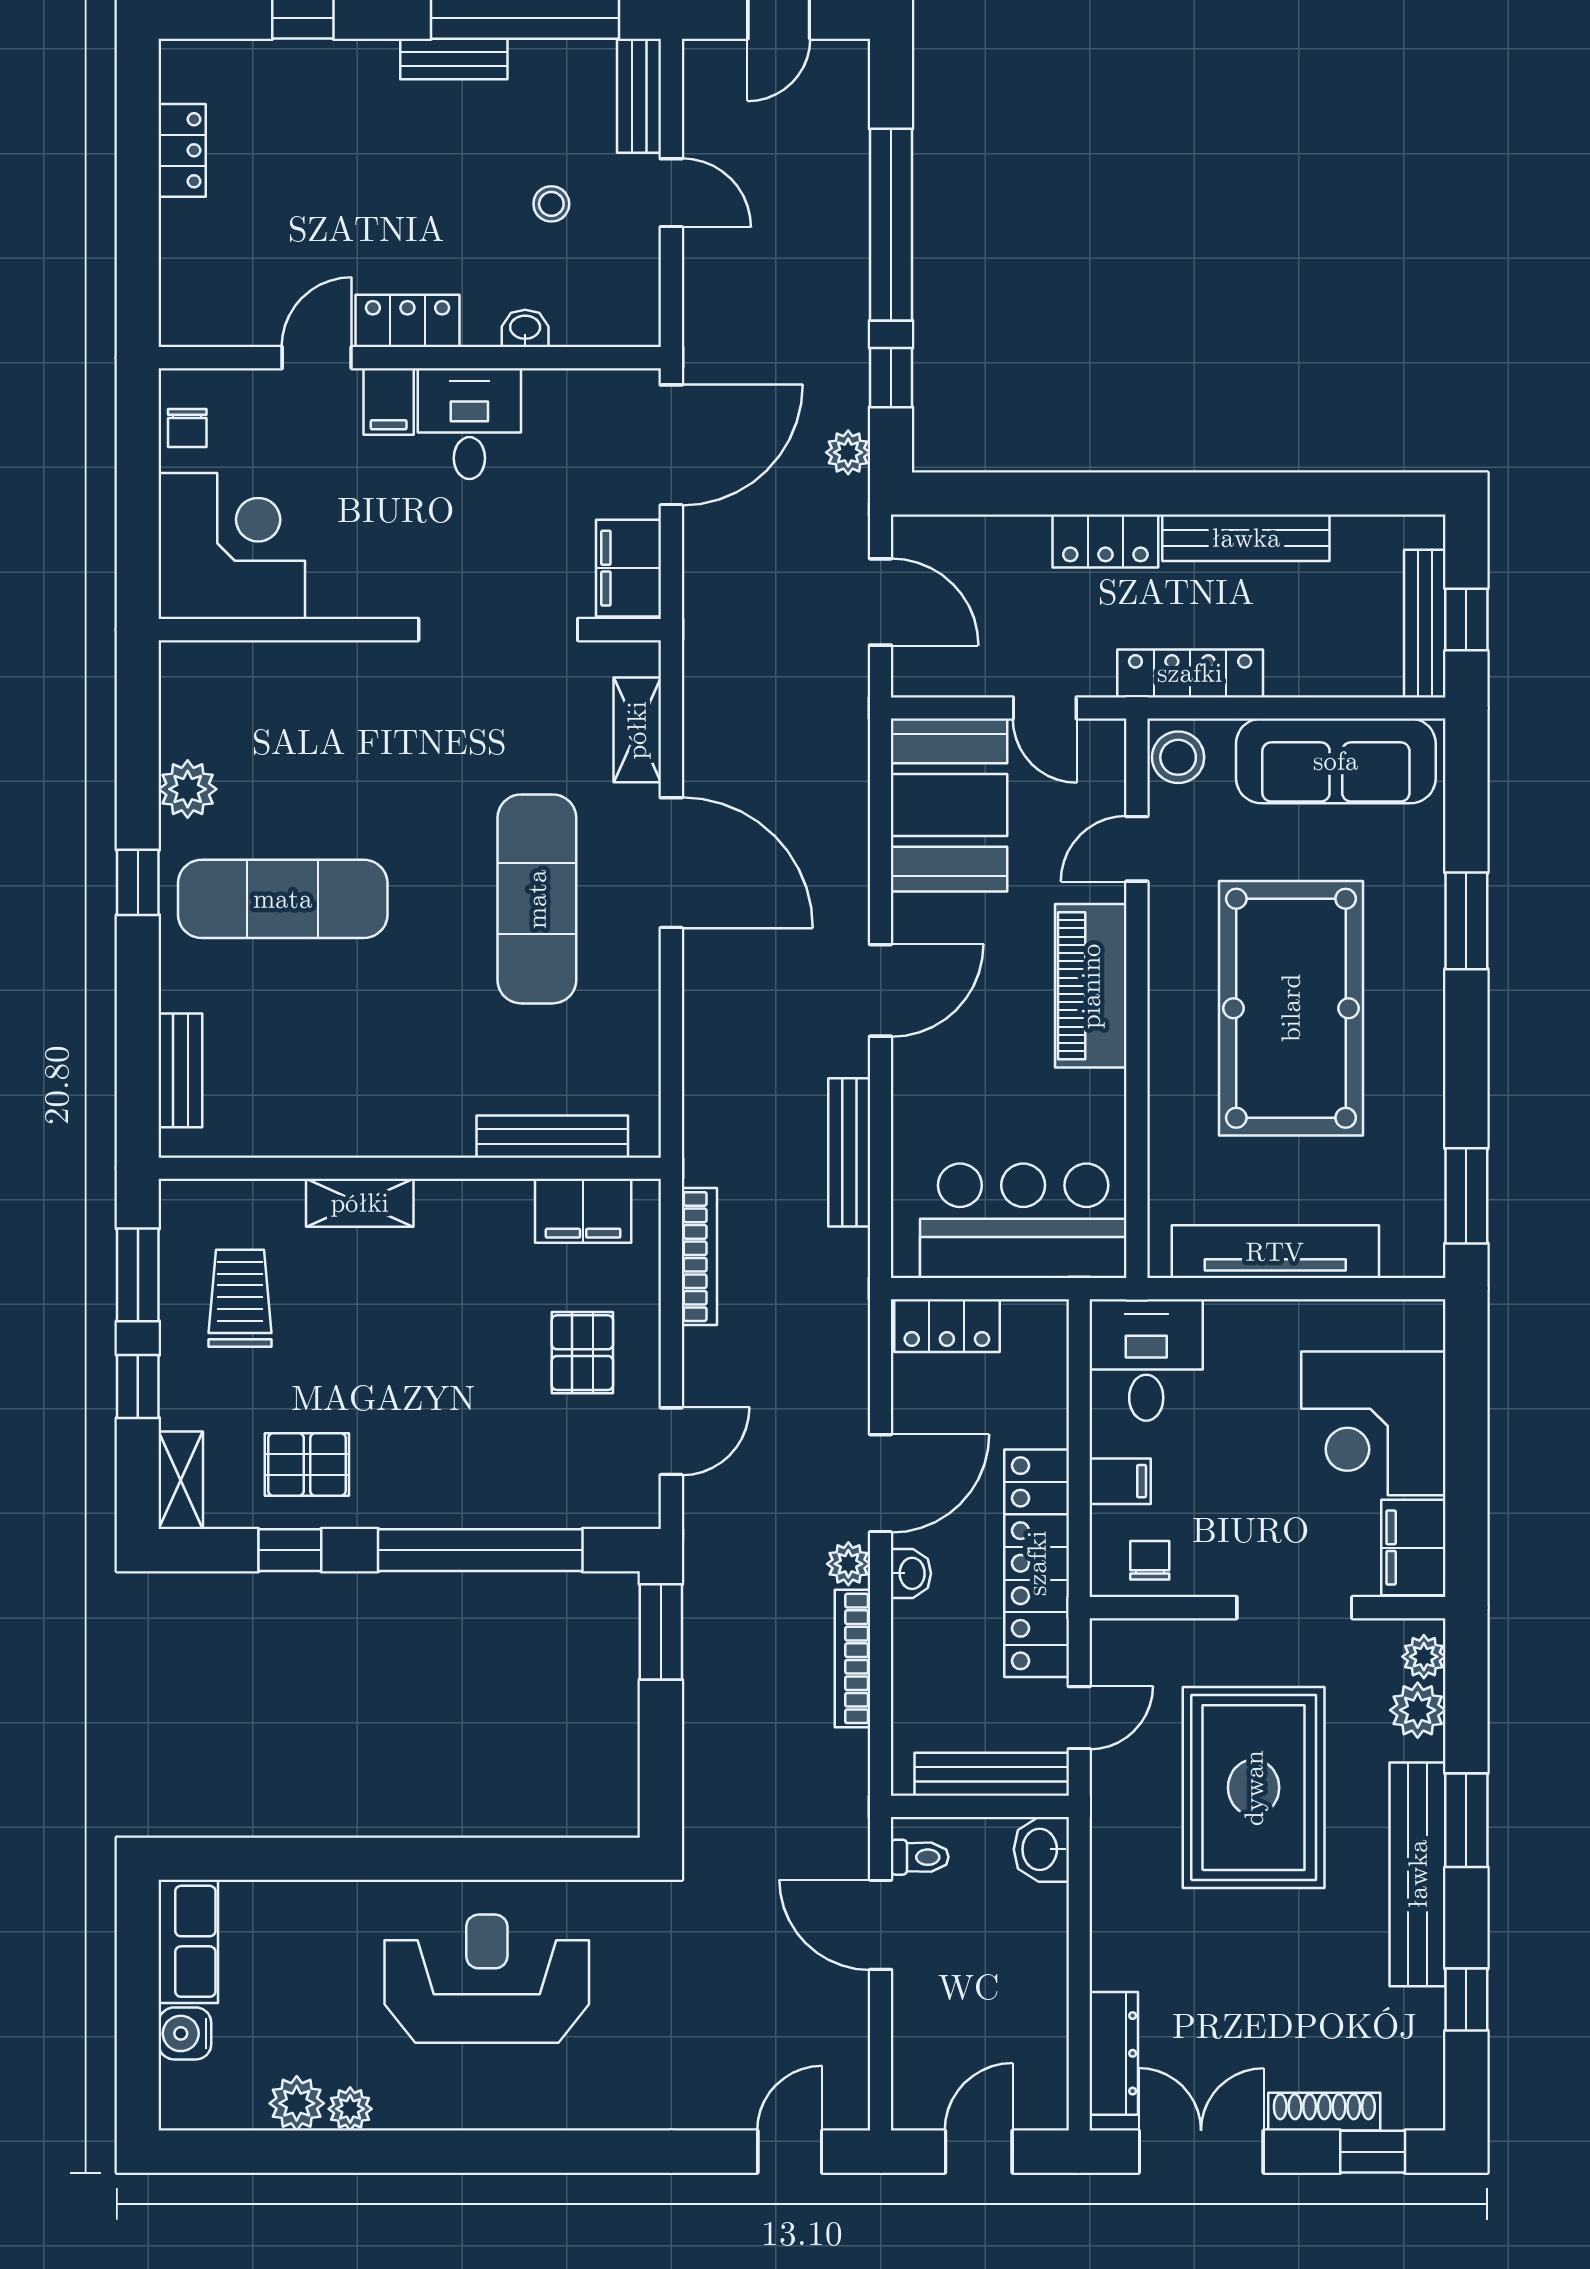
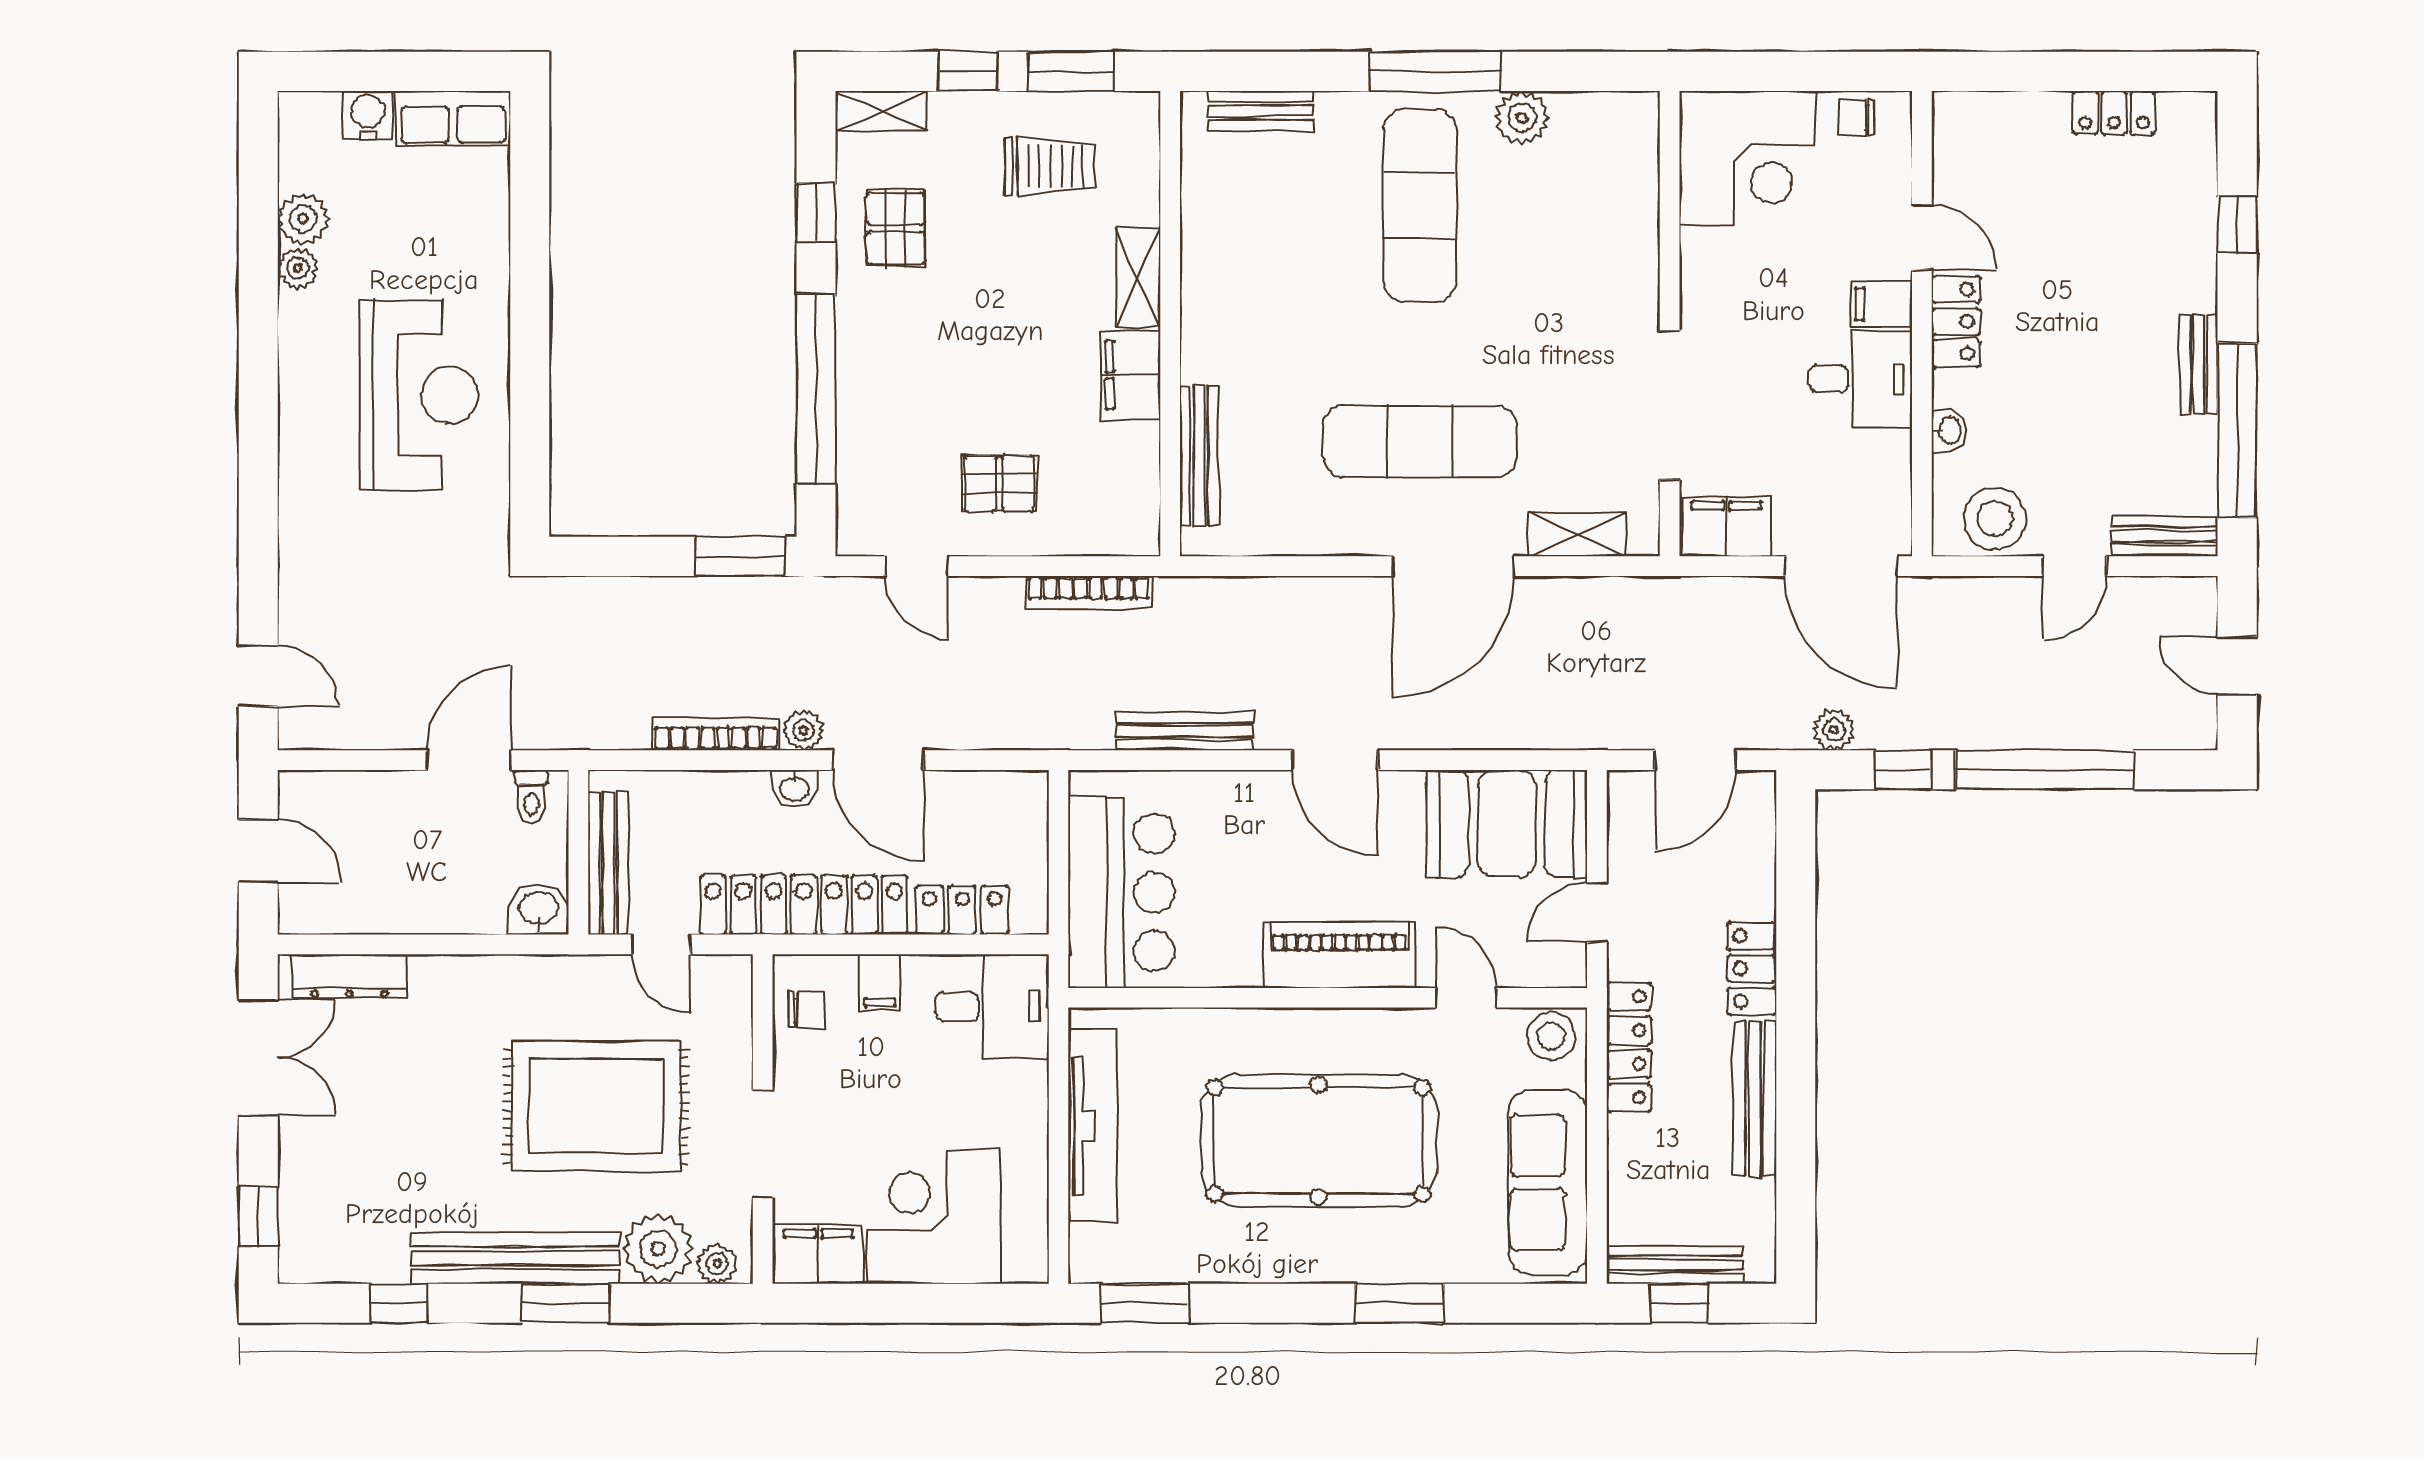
stool: (551, 204) -> (1995, 519), moved, width x1.89, depth x1.89
window: (138, 882) -> (1435, 71), width x2.17
filing cabinet: (583, 1211) -> (1131, 375), moved
locker: (947, 1326) -> (962, 910), moved, turned 90
plant: (1418, 1710) -> (658, 1249), width x1.36, depth x1.36
shoe rack: (1324, 2112) -> (295, 1172), removed

